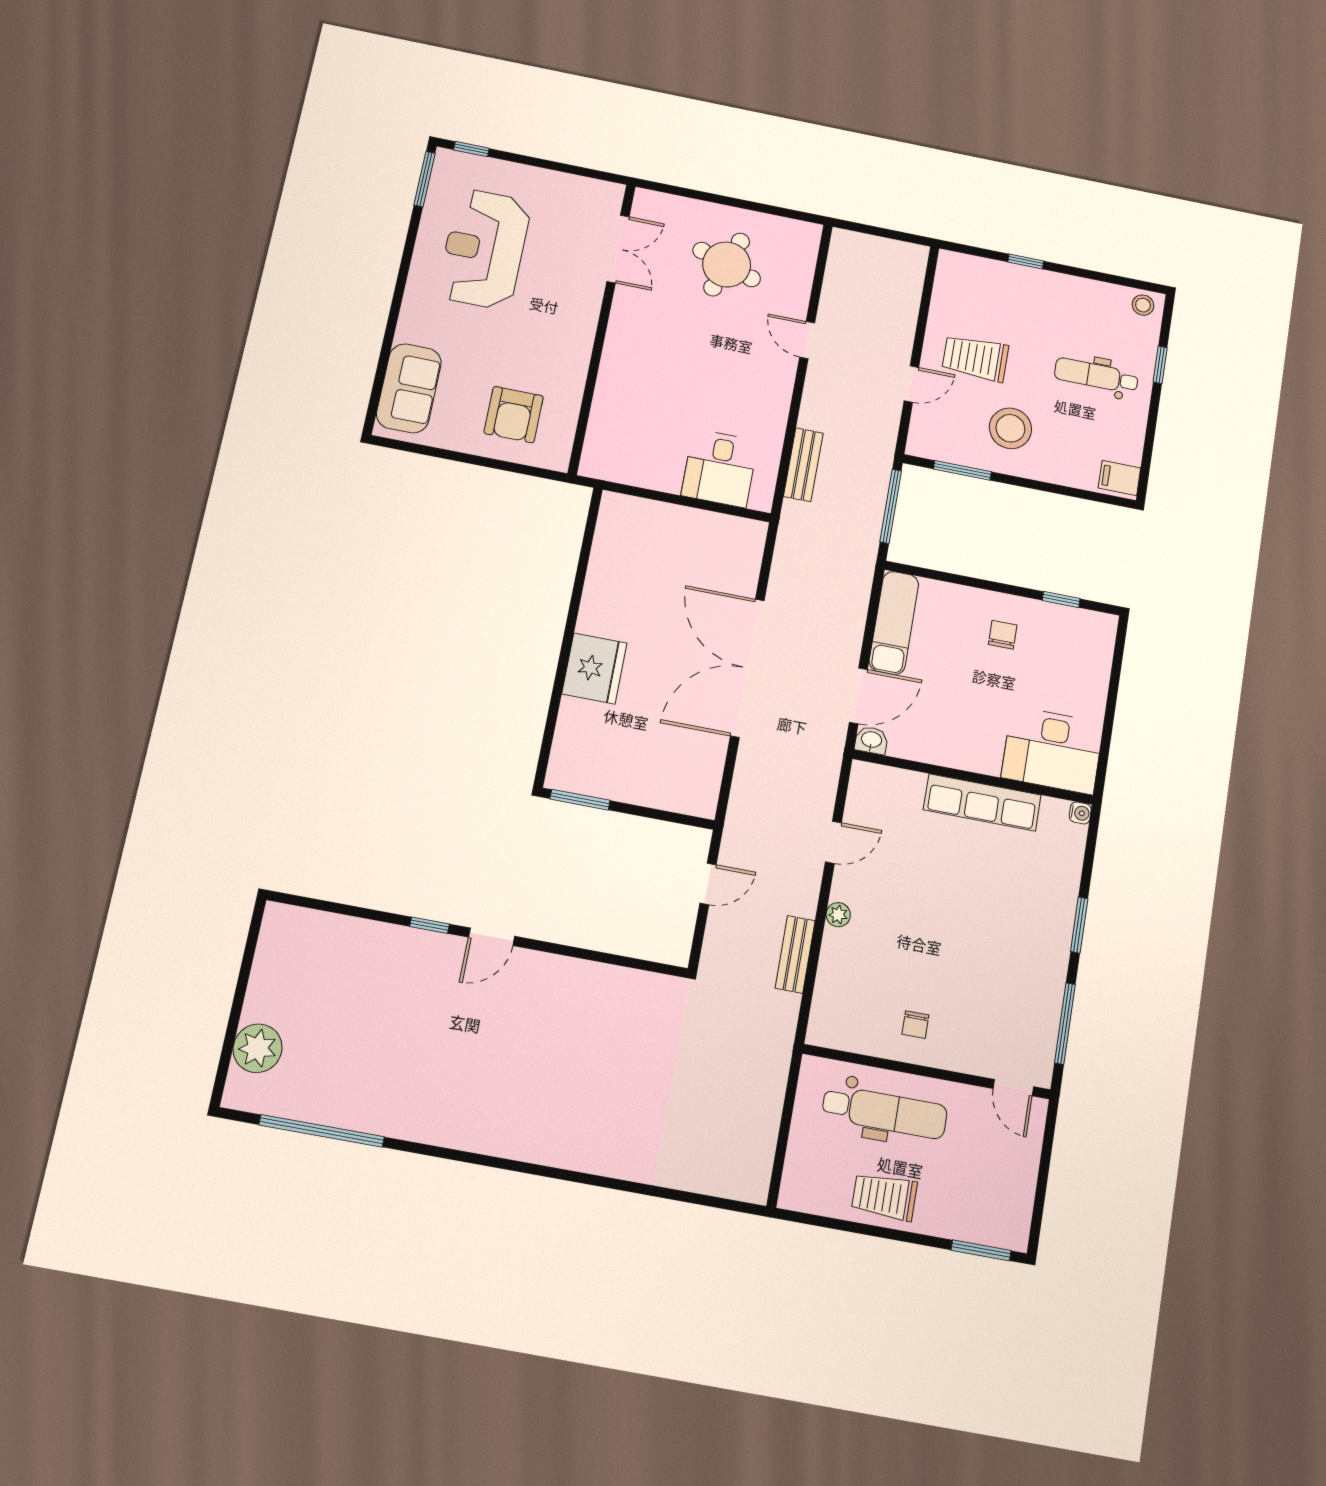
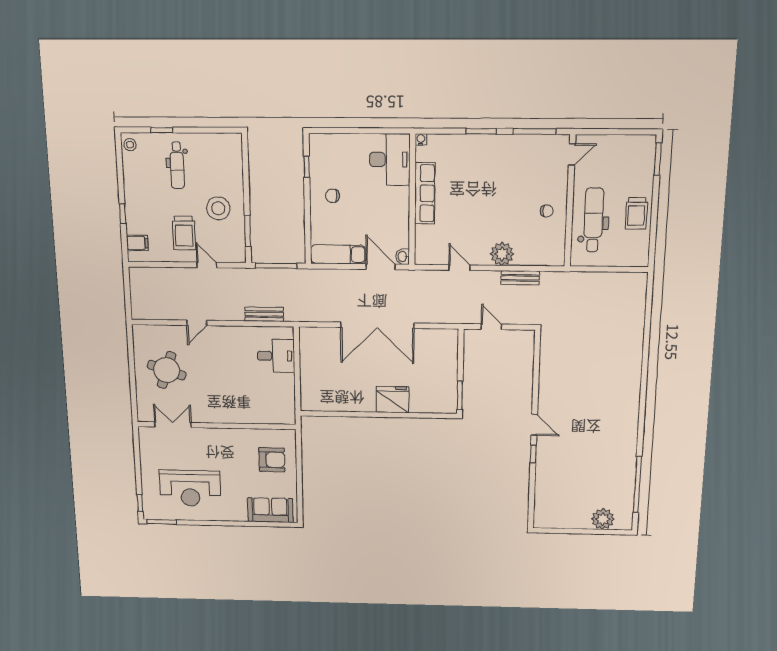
filing cabinet: (1119, 478) -> (137, 243), moved, turned -90
plant: (838, 915) -> (502, 254), width x1.88, depth x1.88

